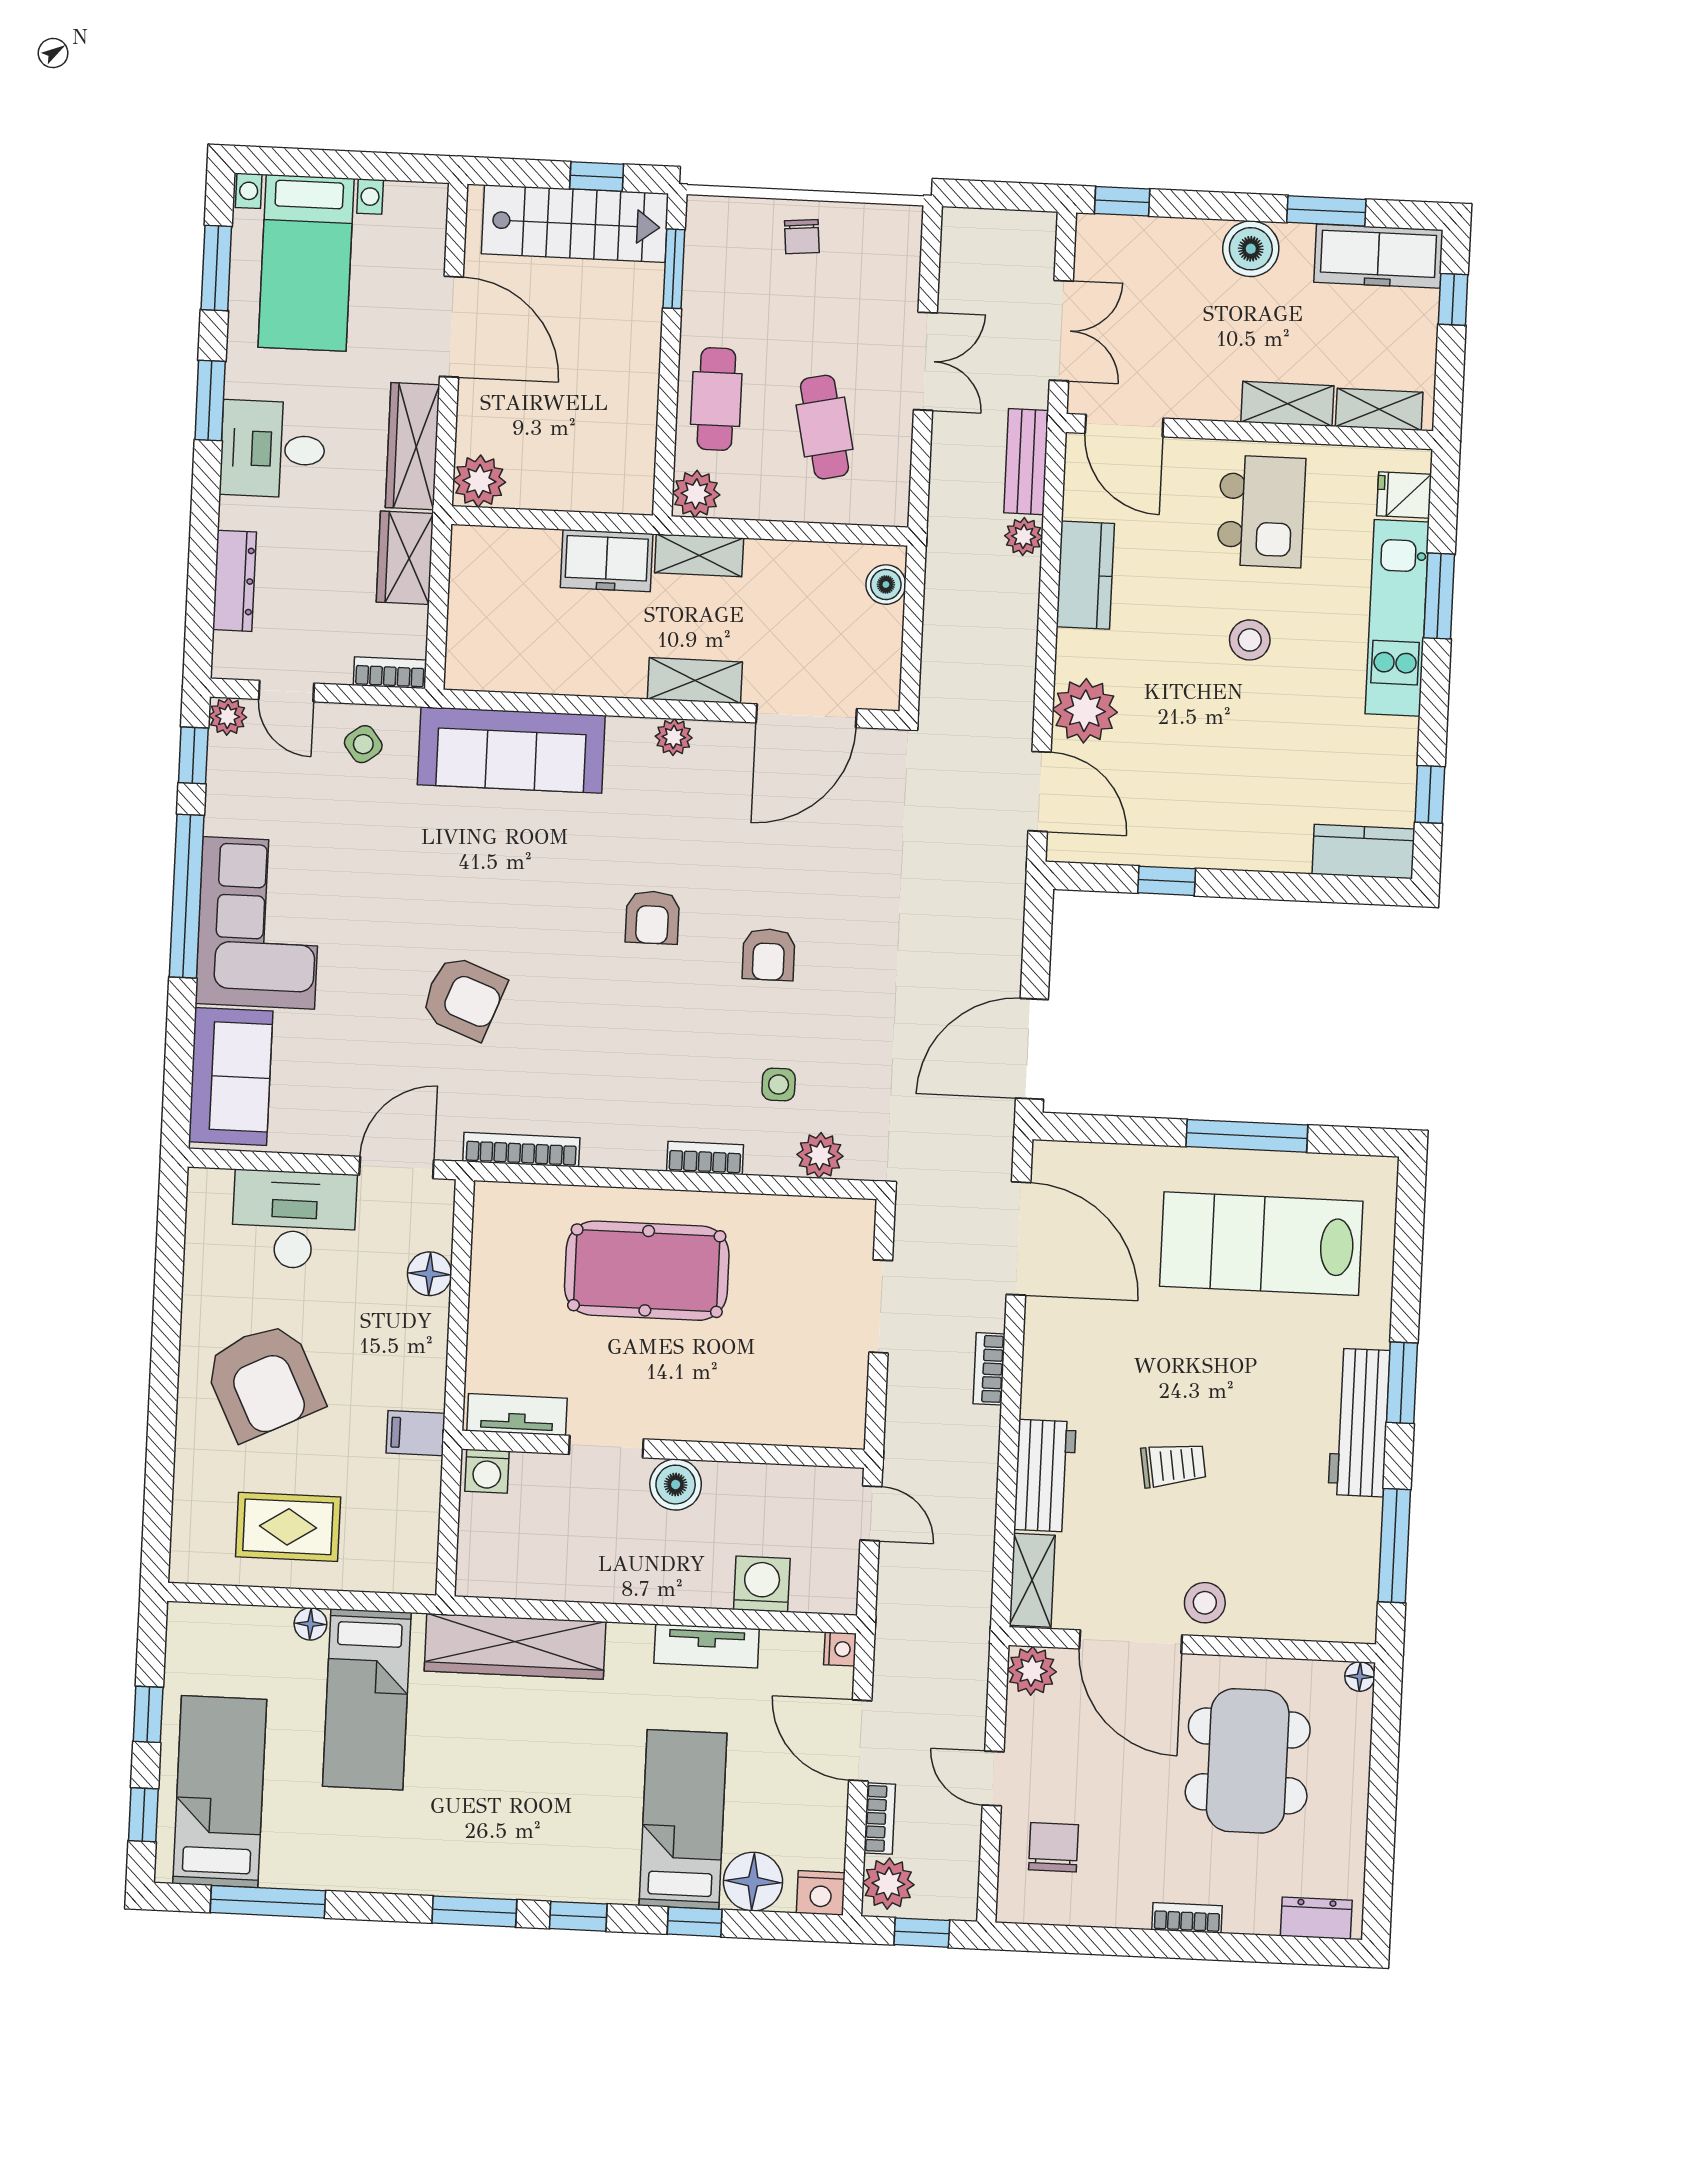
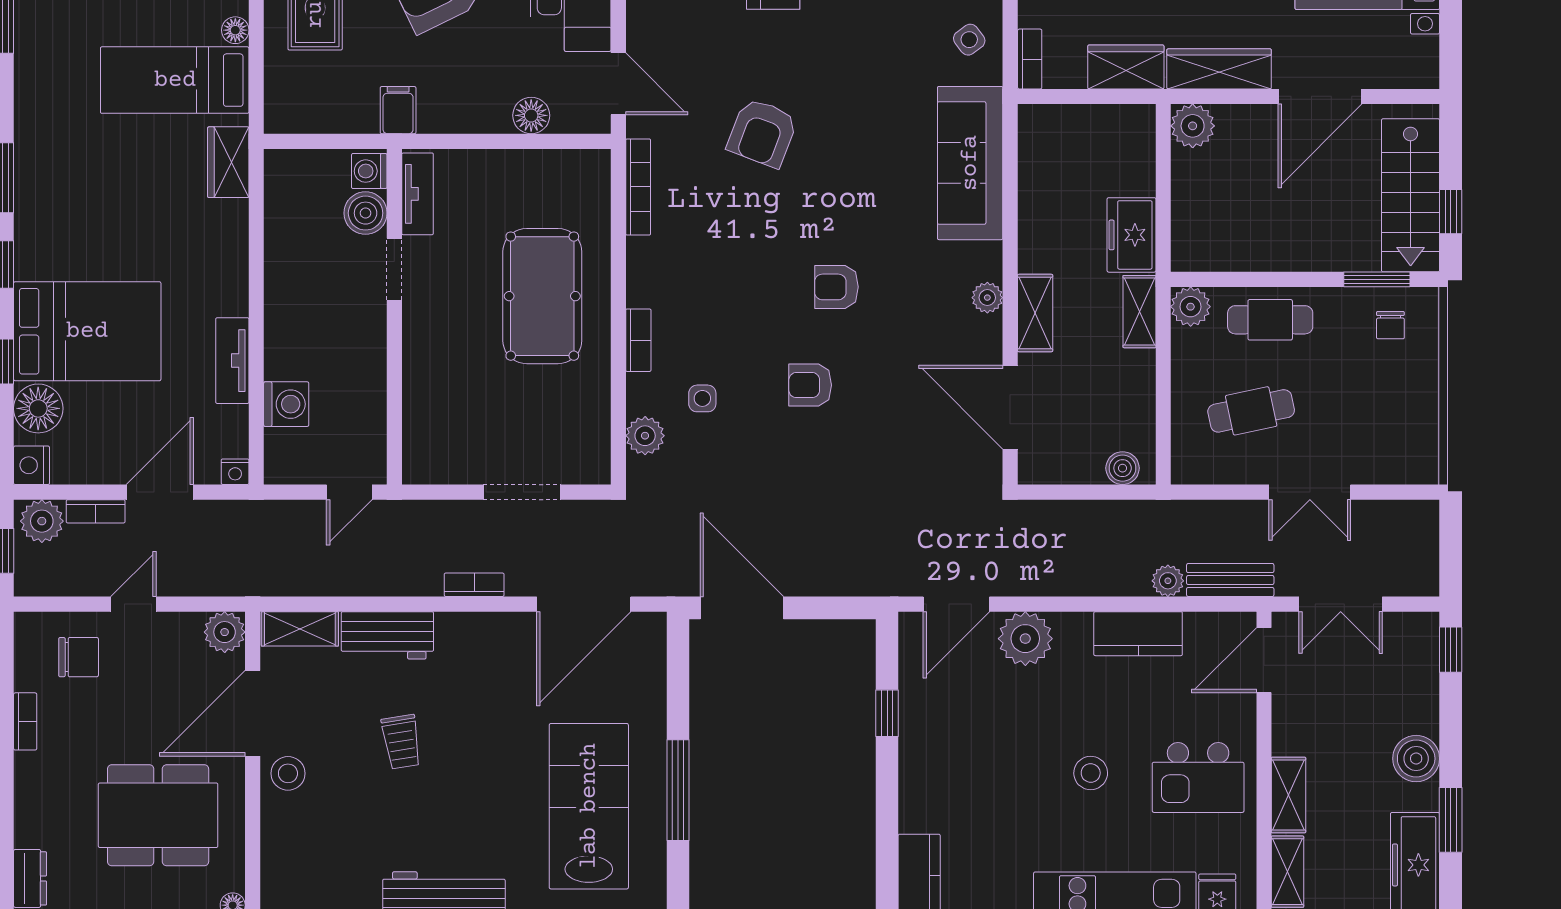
chair: (802, 237) -> (1390, 325), moved, turned -85
boiler: (676, 1485) -> (366, 213), moved
wardrobe: (515, 1646) -> (228, 162), width x0.48, depth x0.85
bed: (683, 1819) -> (87, 331), width x1.50
bookcase: (1187, 1918) -> (25, 721), moved

